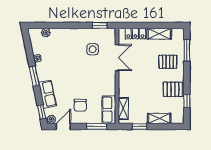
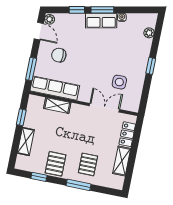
window: (100, 25) -> (151, 66), moved
window: (187, 50) -> (78, 185), moved
double door: (117, 58) -> (104, 108), swing flipped
row of seats: (47, 94) -> (101, 21), moved
shelving: (123, 109) -> (57, 106), moved
row of seats: (109, 110) -> (55, 88), width x1.48
window: (42, 112) -> (77, 10), moved

